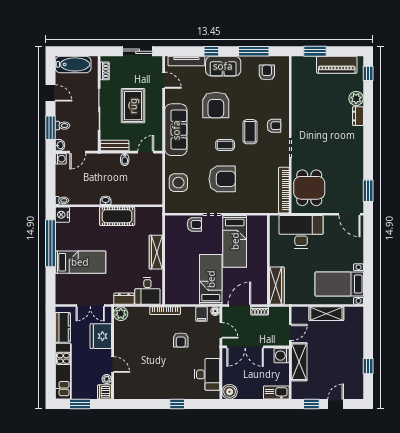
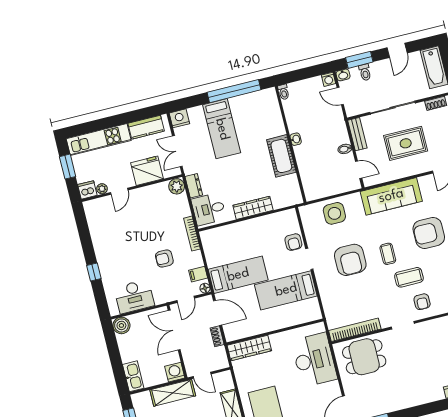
nightstand: (62, 215) -> (179, 118), moved

